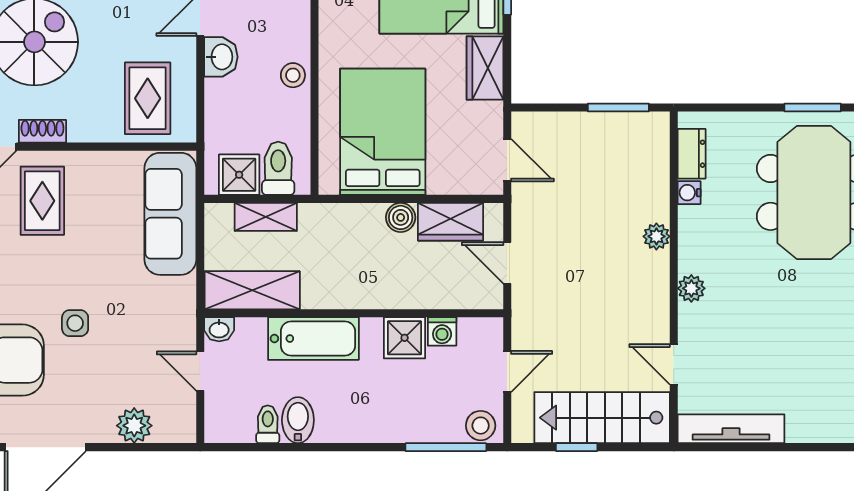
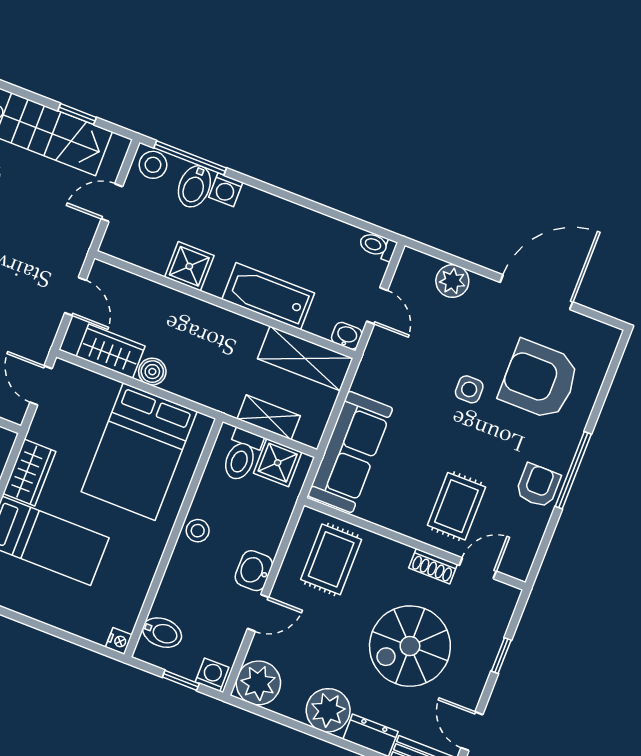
washing machine: (442, 331) -> (226, 190), moved, turned 180
bidet: (298, 420) -> (194, 186), moved
toilet: (268, 424) -> (378, 246), moved, turned 90

